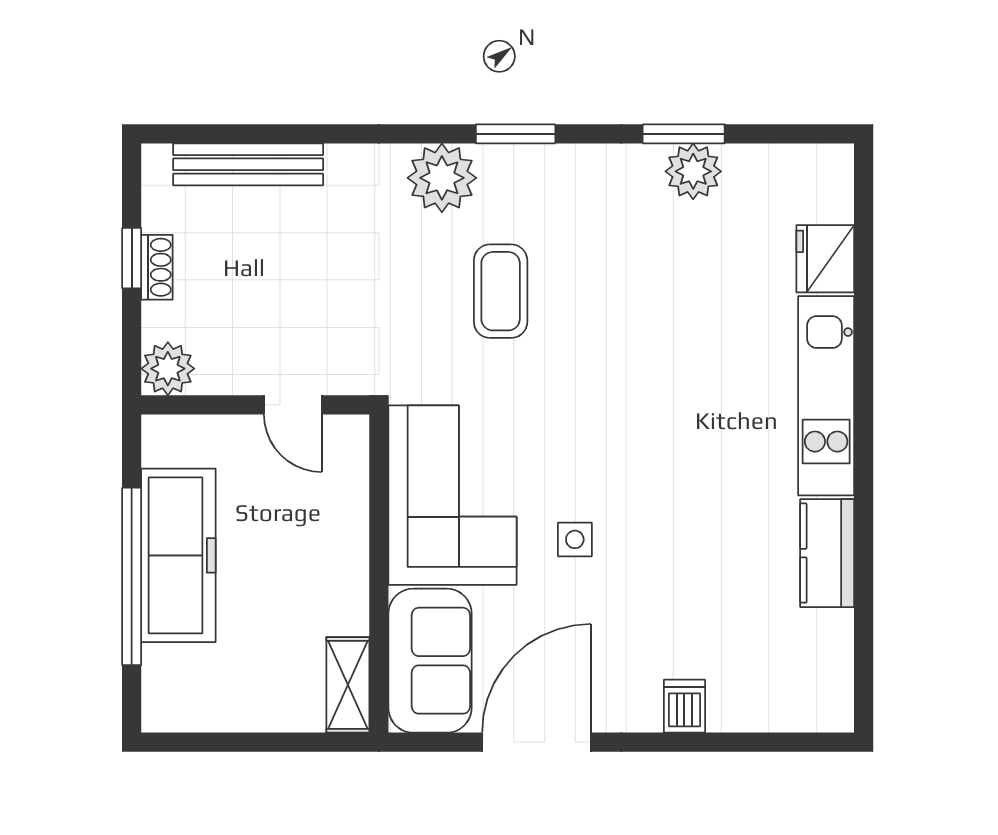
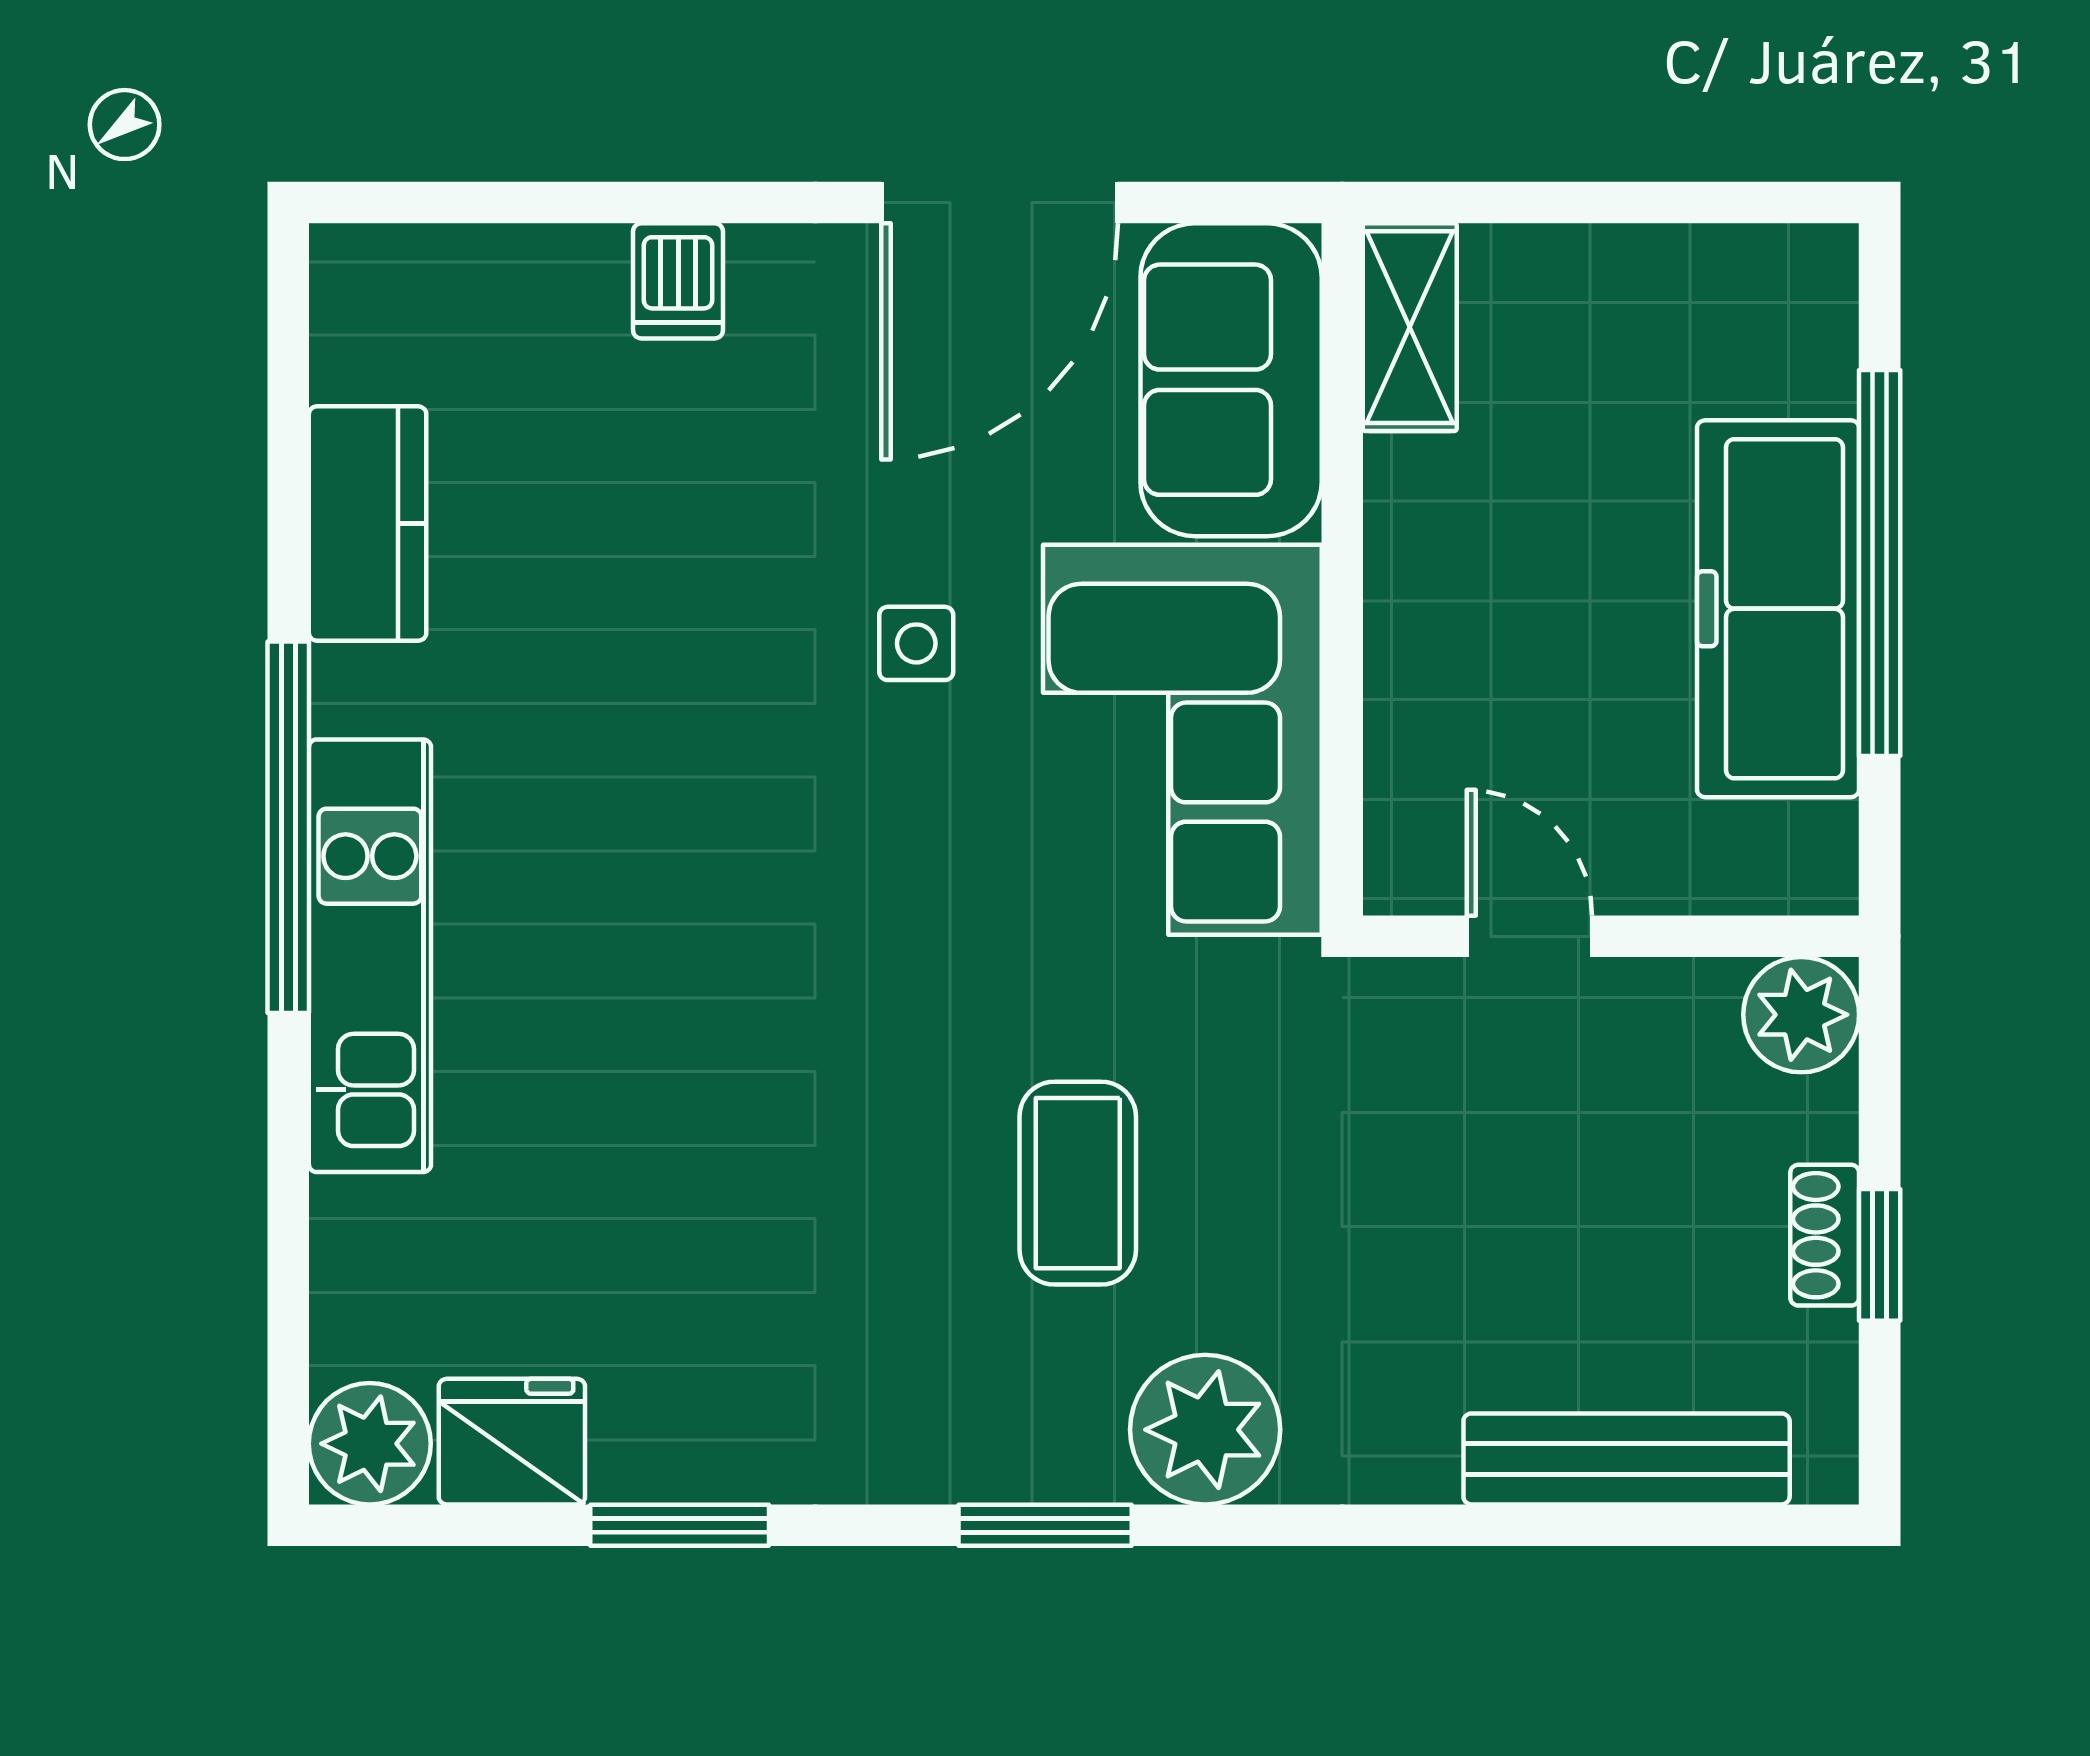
plant: (693, 171) -> (370, 1444), moved
fridge: (825, 259) -> (512, 1442), moved, turned -90
window: (864, 455) -> (288, 827), added
kitchen counter: (827, 553) -> (368, 524), moved

